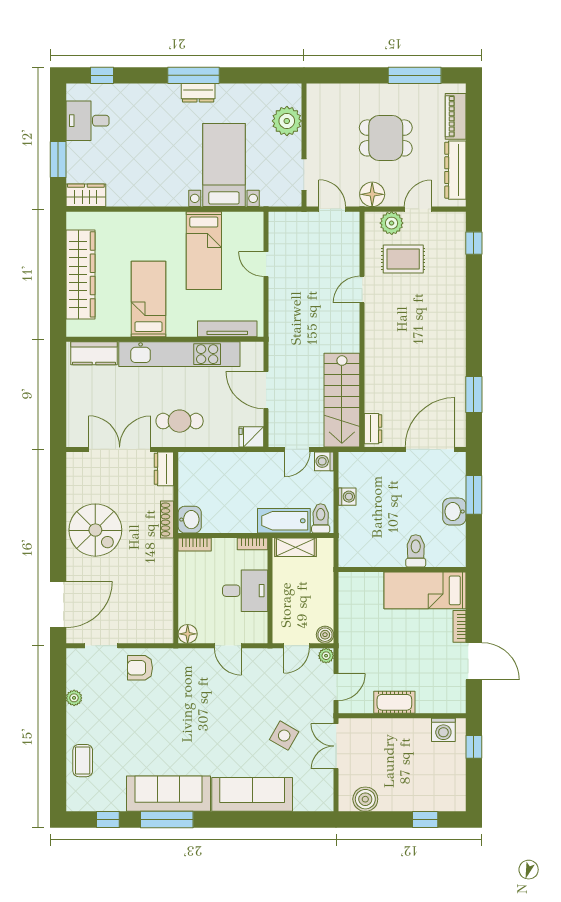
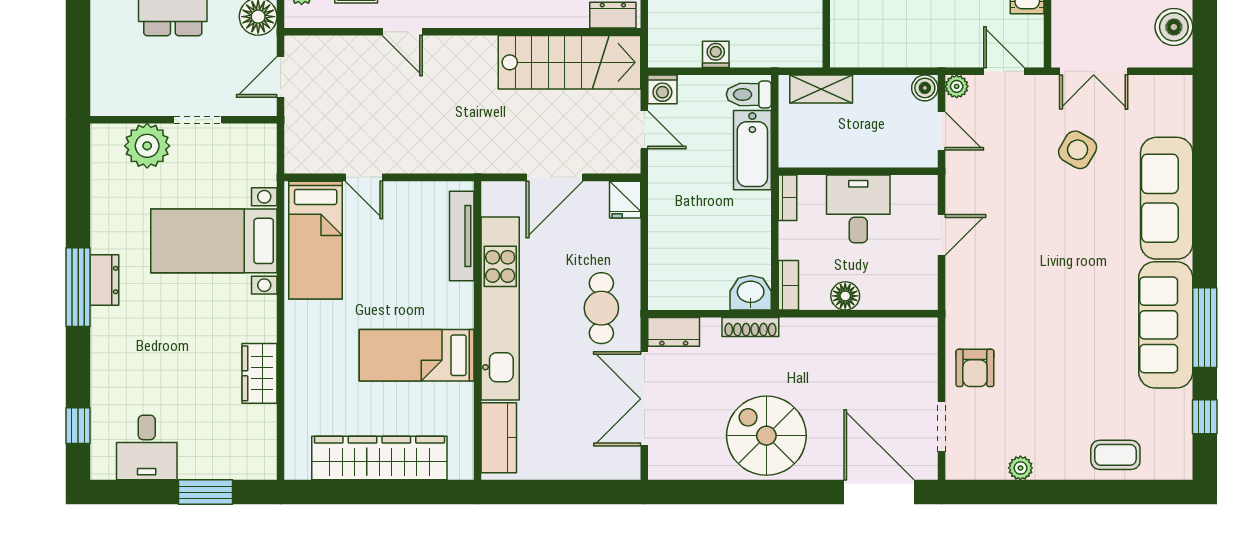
doorway: (304, 175) -> (198, 120), moved
wardrobe: (86, 195) -> (260, 373), moved
bed: (204, 251) -> (316, 240), moved, turned 90
door: (266, 264) -> (364, 177), hinge flipped
spiral stairs: (95, 530) -> (766, 436), turned -90
shelving: (295, 547) -> (821, 89), moved, turned 90
floor lamp: (188, 634) -> (845, 296), moved

